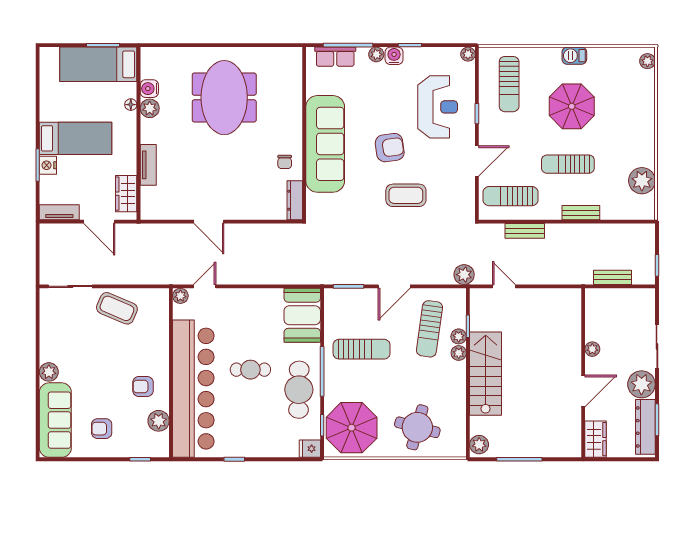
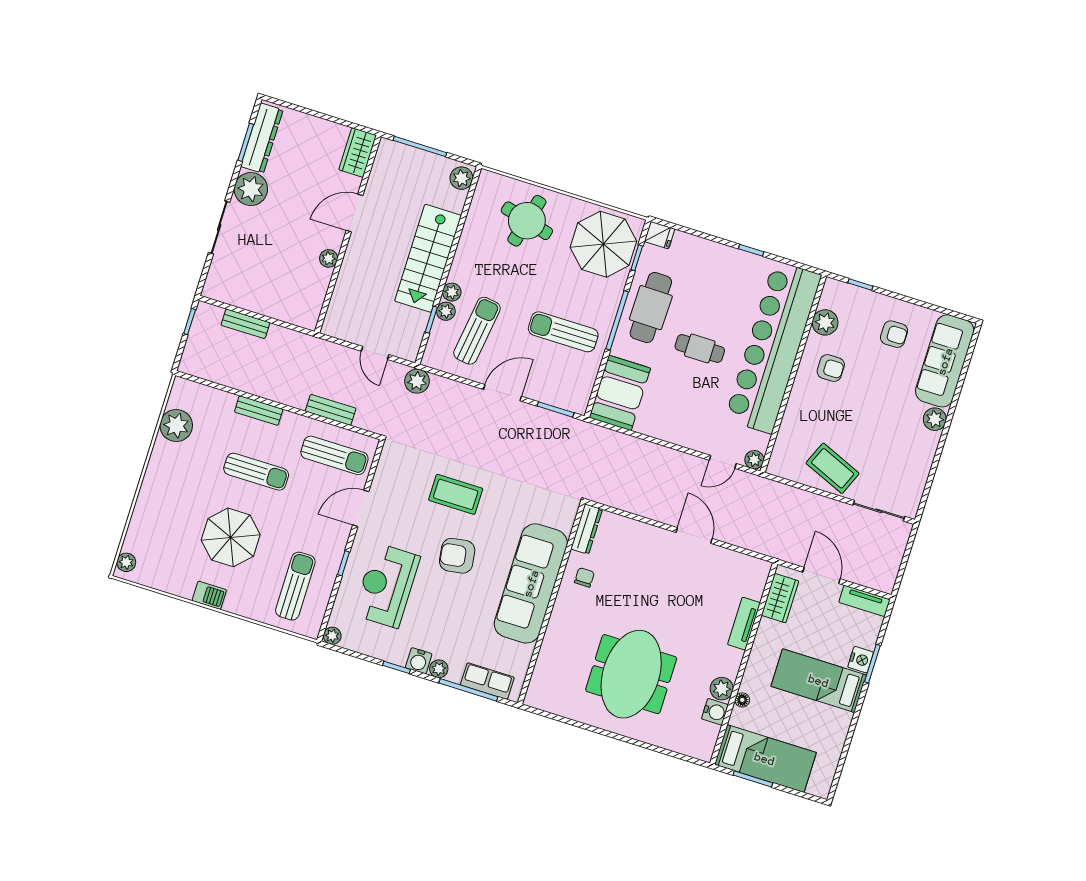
plant: (592, 349) -> (329, 258), moved
wall: (583, 373) -> (348, 234), moved
door: (583, 391) -> (354, 213), moved
wardrobe: (596, 439) -> (358, 153), moved

